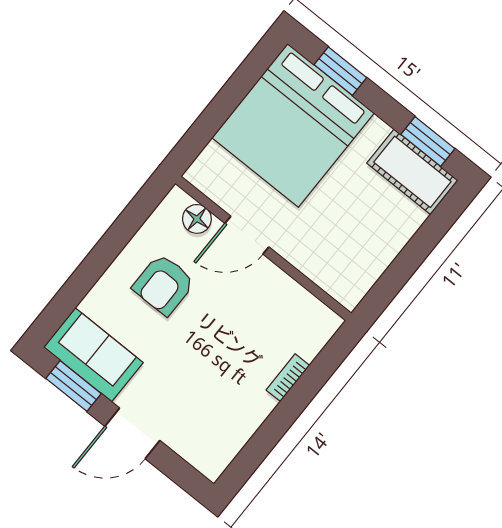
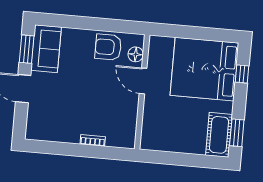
window: (340, 71) -> (242, 74), width x0.67
armchair: (164, 285) -> (108, 47), moved

